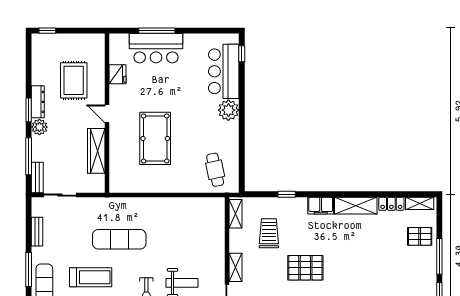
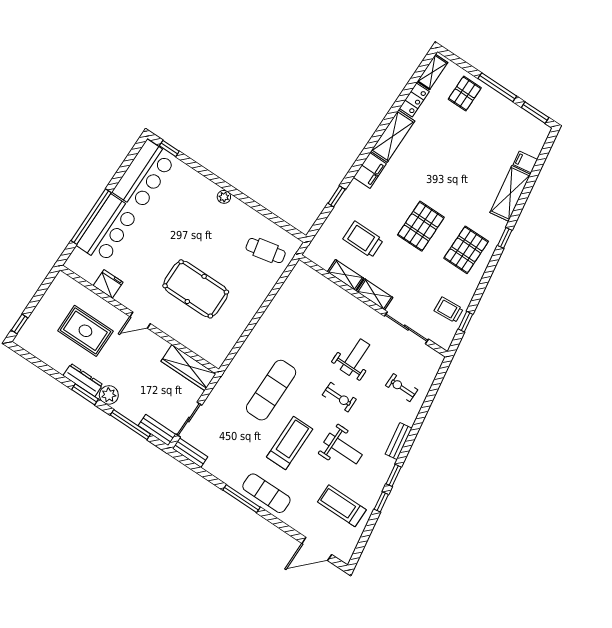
window: (157, 31) -> (91, 217), width x1.46
bar counter: (224, 71) -> (144, 175), moved, turned -90
plant: (228, 110) -> (224, 197), width x0.53, depth x0.53
wardrobe: (96, 151) -> (188, 368), moved
shelving: (236, 214) -> (346, 275), moved
bench: (37, 232) -> (190, 453), moved

